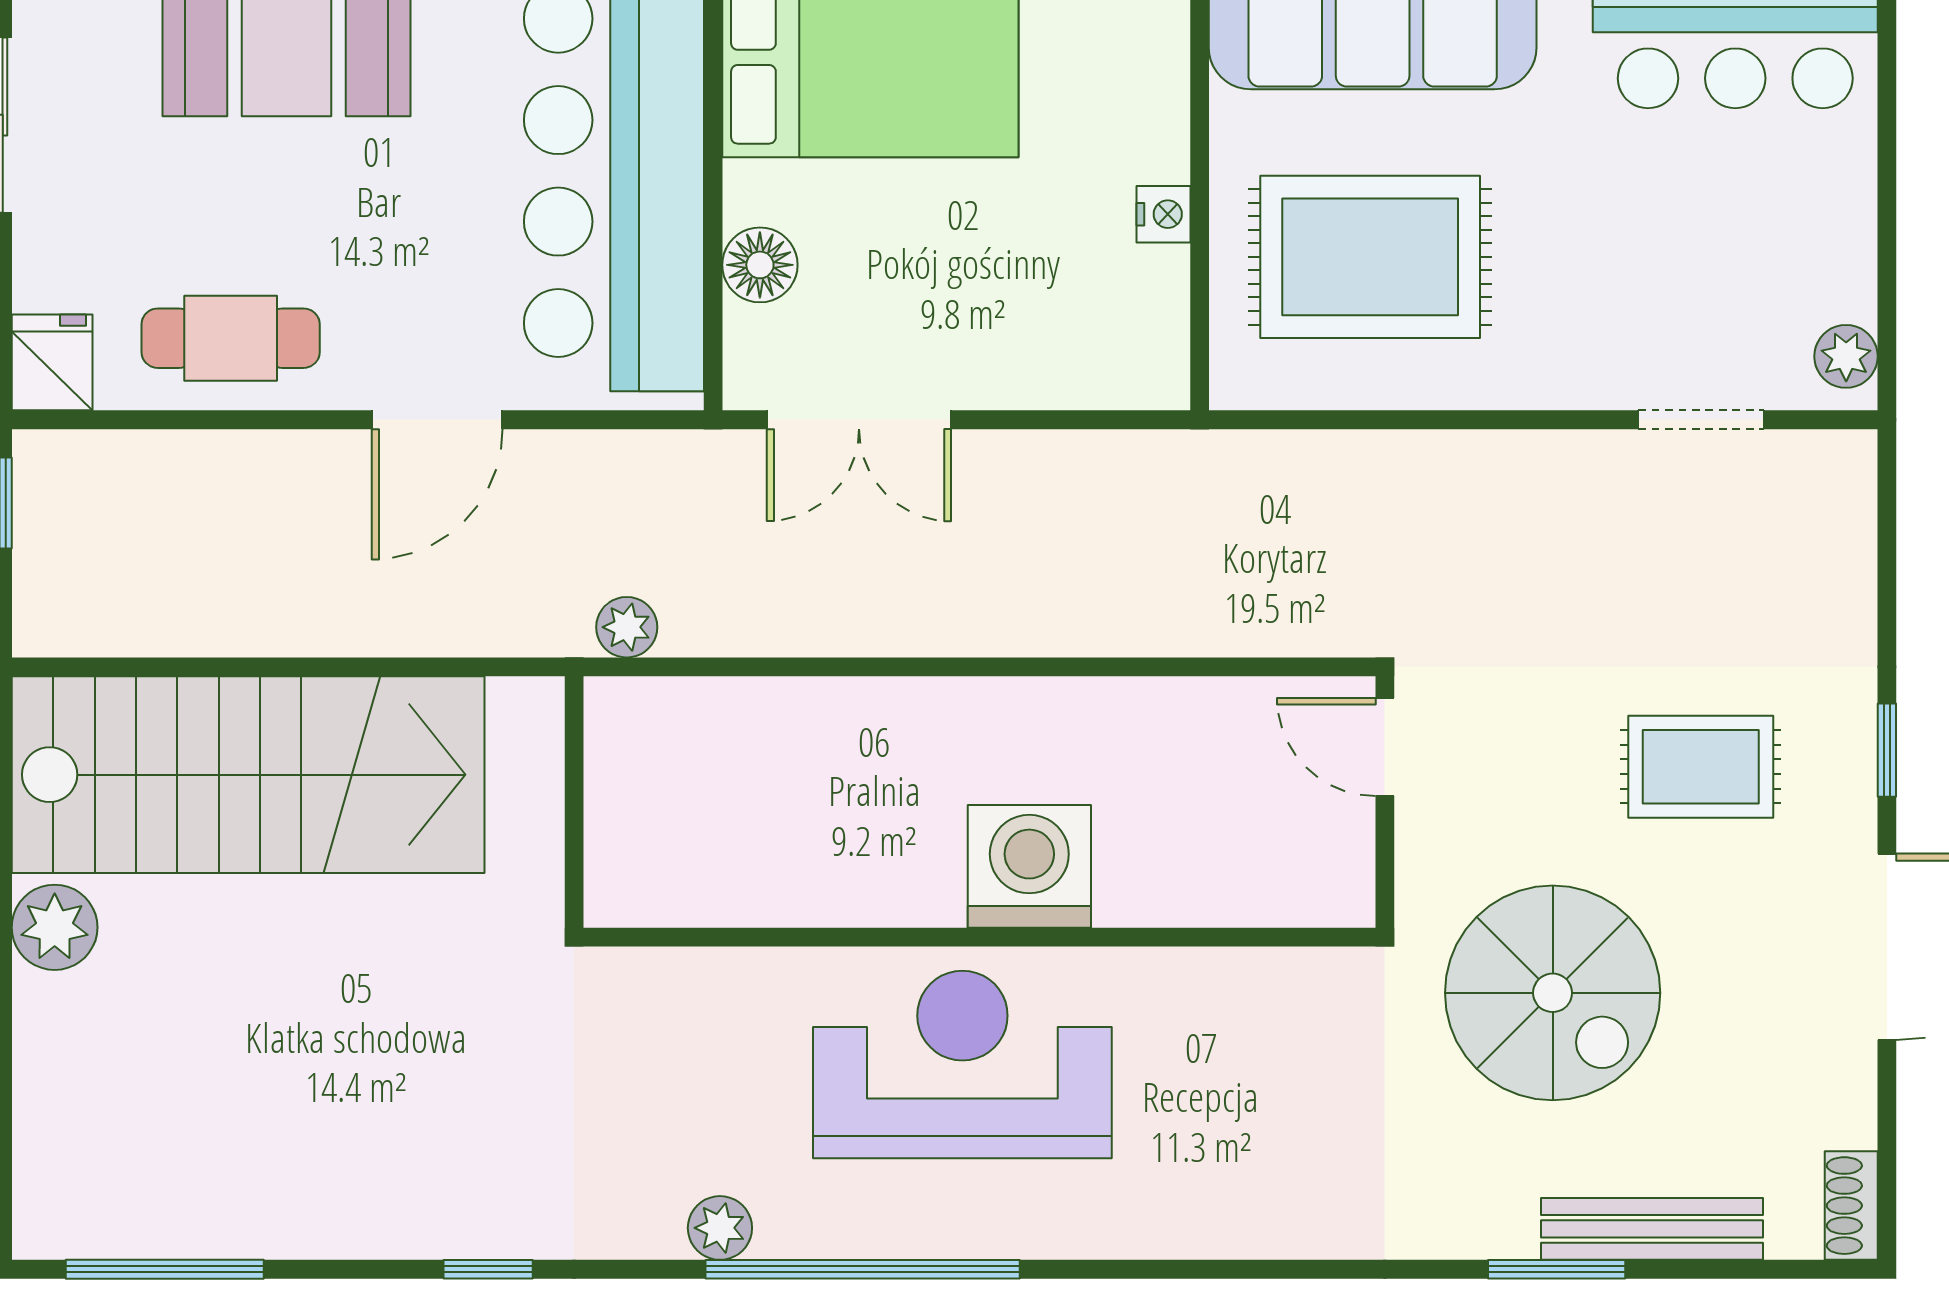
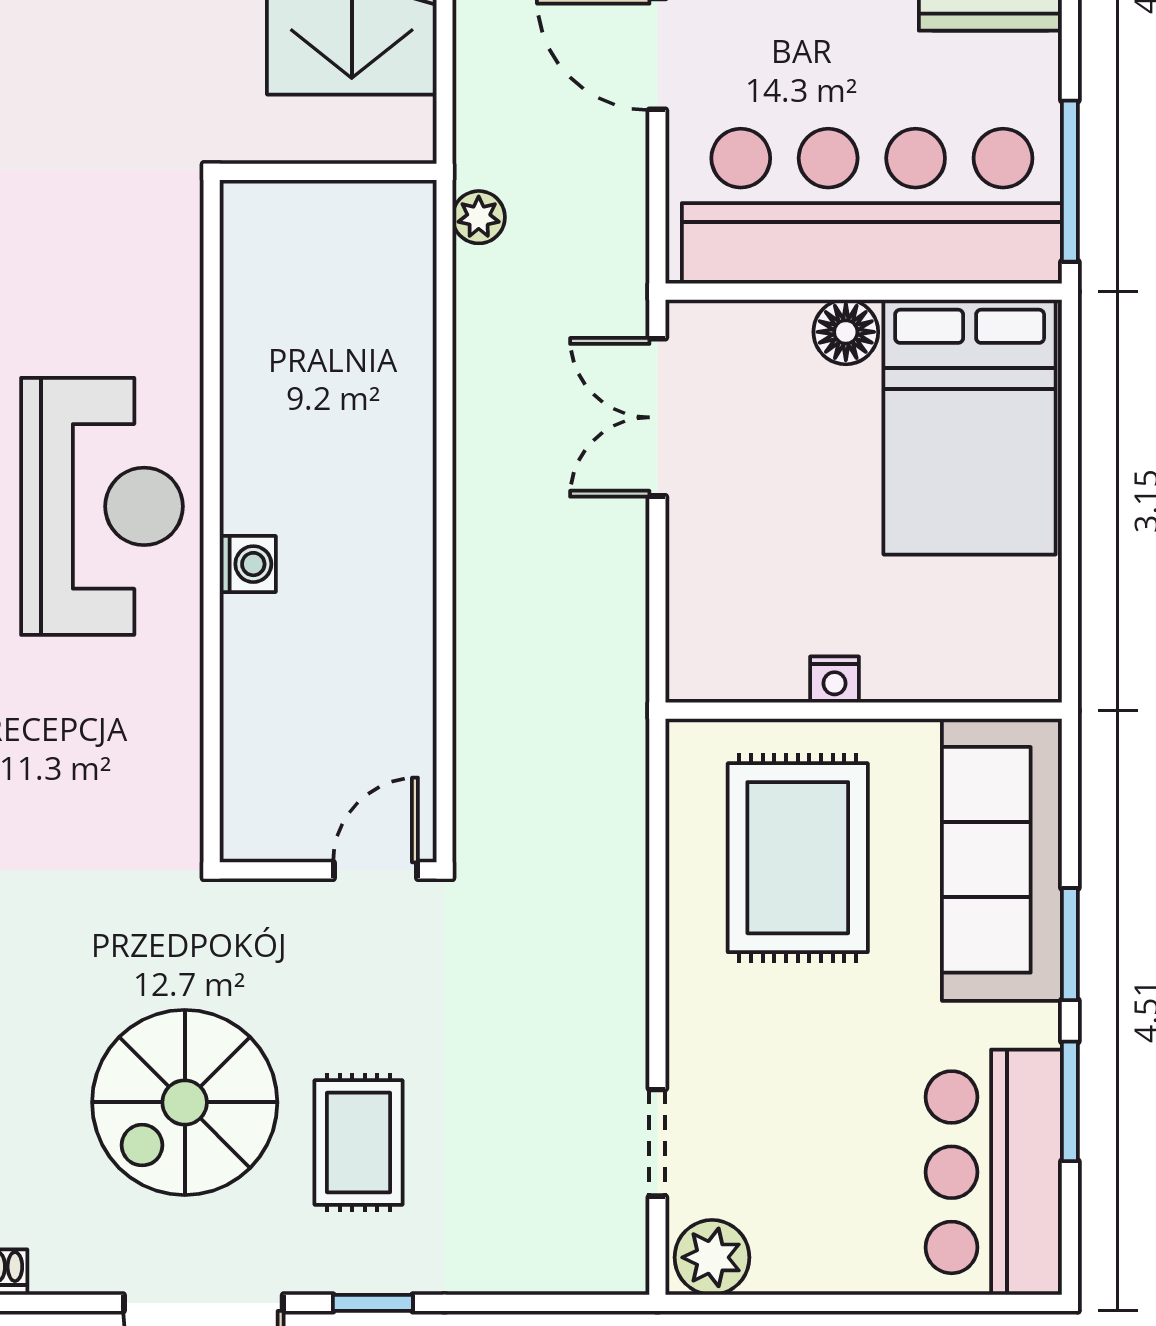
floor lamp: (760, 265) -> (846, 332), moved
plant: (1846, 356) -> (712, 1257), width x1.38, depth x1.38
washing machine: (1029, 866) -> (248, 564), width x0.53, depth x0.53
spiral stairs: (1553, 993) -> (185, 1102), moved

